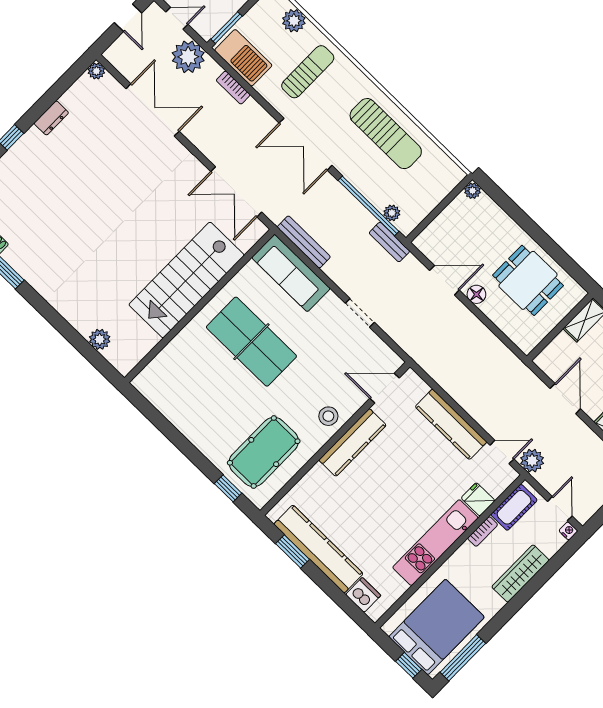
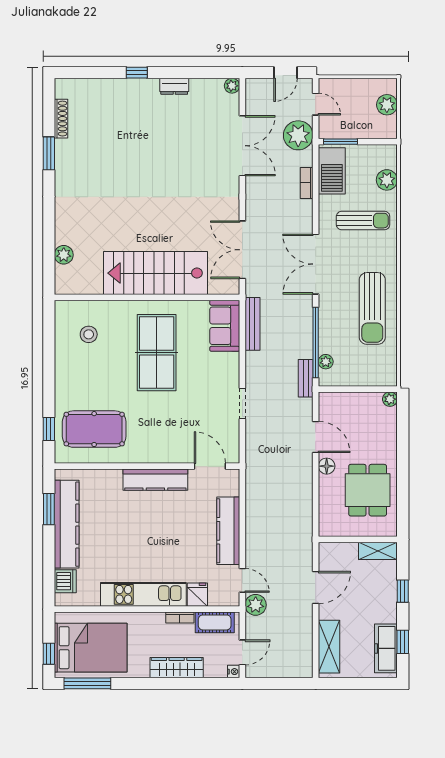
sofa: (291, 273) -> (225, 326), width x0.73
stool: (328, 416) -> (89, 334), moved

